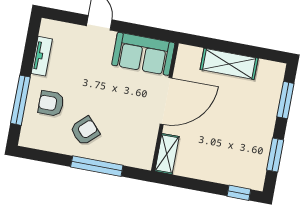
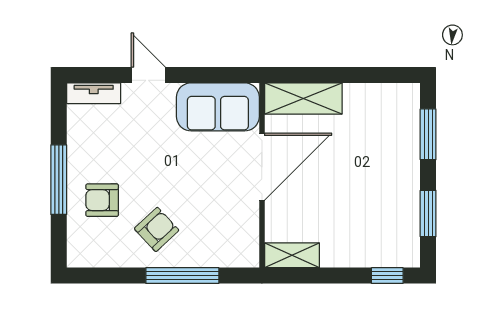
tv unit: (42, 56) -> (94, 93), moved, turned 90
shelving: (229, 64) -> (303, 99), moved
window: (20, 100) -> (59, 180), moved
shelving: (167, 154) -> (292, 255), moved, turned 90

